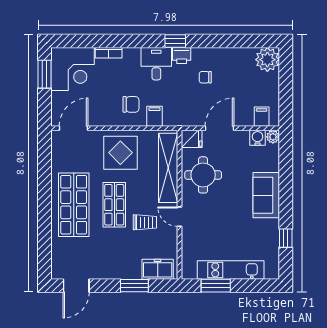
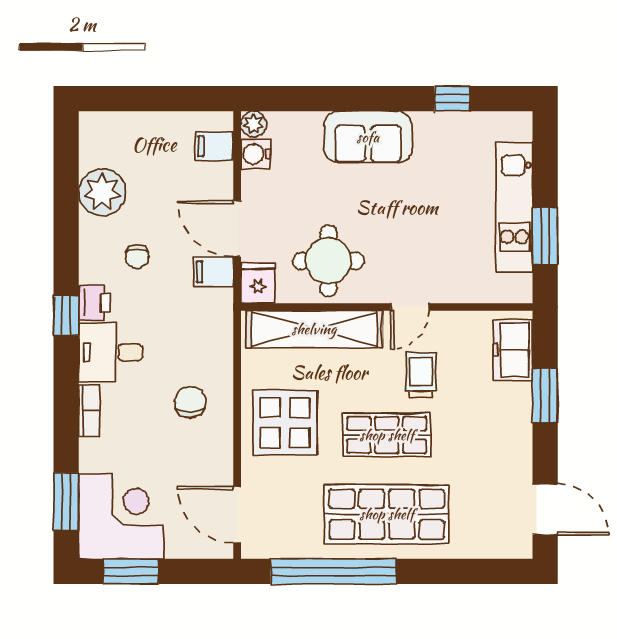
window: (80, 41) -> (66, 502), added
bookcase: (109, 53) -> (89, 411), moved
plant: (267, 60) -> (102, 192), moved
filing cabinet: (155, 116) -> (213, 272), moved
window: (44, 178) -> (334, 571), added

